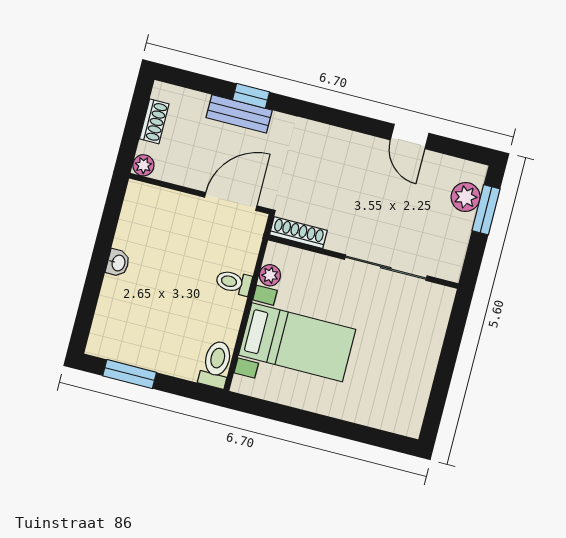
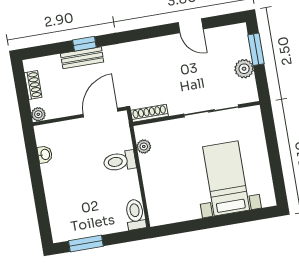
plant: (466, 197) -> (244, 69), moved
washbasin: (118, 263) -> (45, 154), moved
toilet: (234, 282) -> (120, 161), width x1.37, depth x1.39
bed with nightstands: (297, 342) -> (226, 178), moved, turned -90

